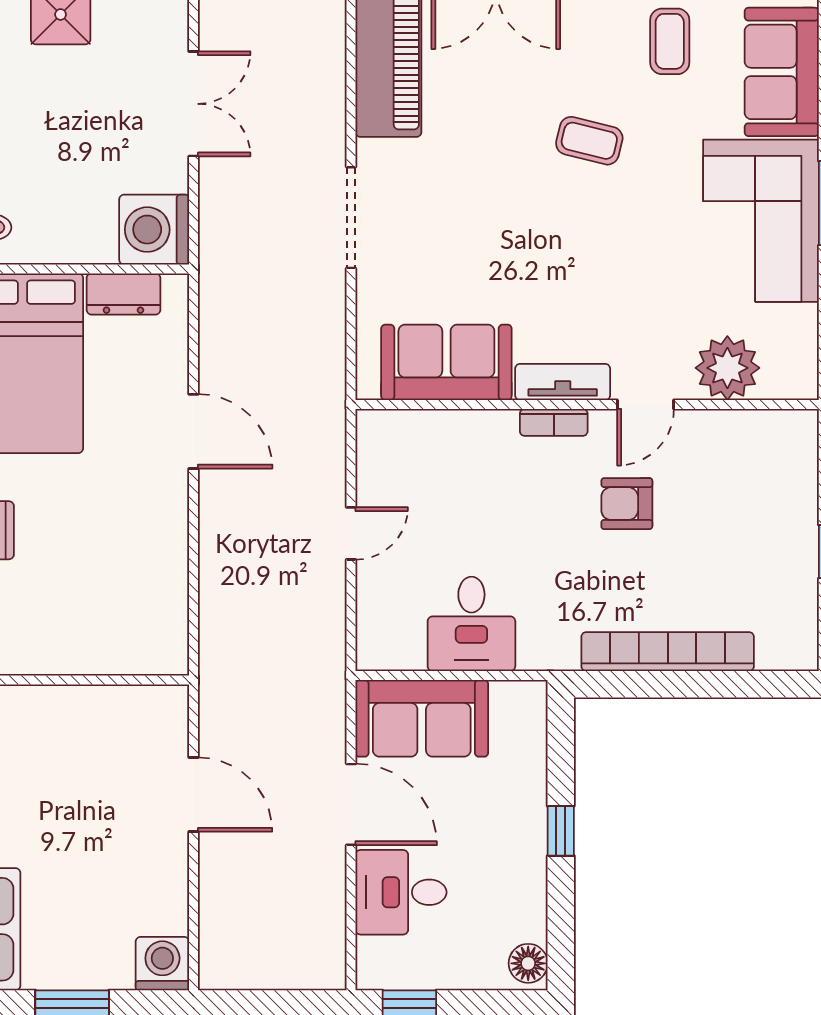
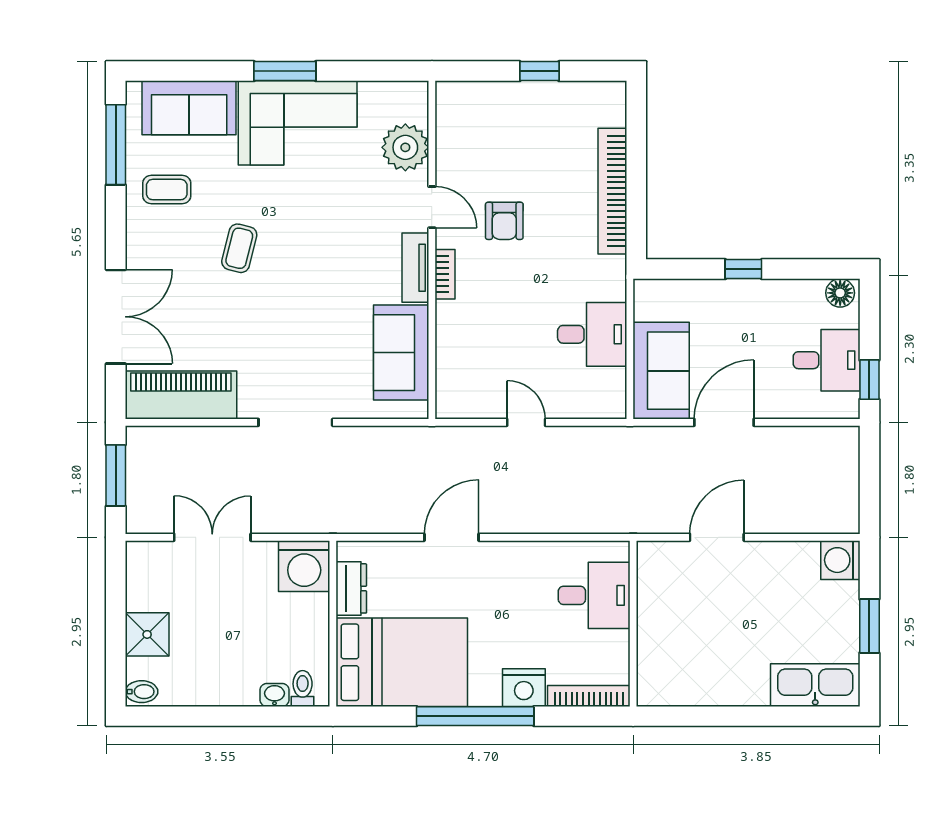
desk: (114, 626) -> (594, 595), added
desk: (401, 892) -> (827, 360), moved, turned -90

